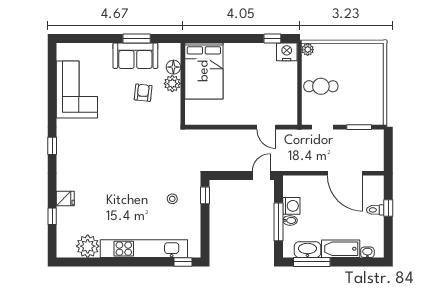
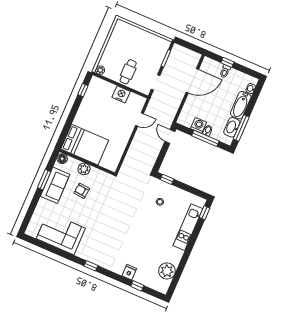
nightstand: (287, 52) -> (121, 94), moved, turned 90
floor lamp: (173, 67) -> (62, 159), moved
kitchen unit: (144, 249) -> (188, 227), width x0.73

